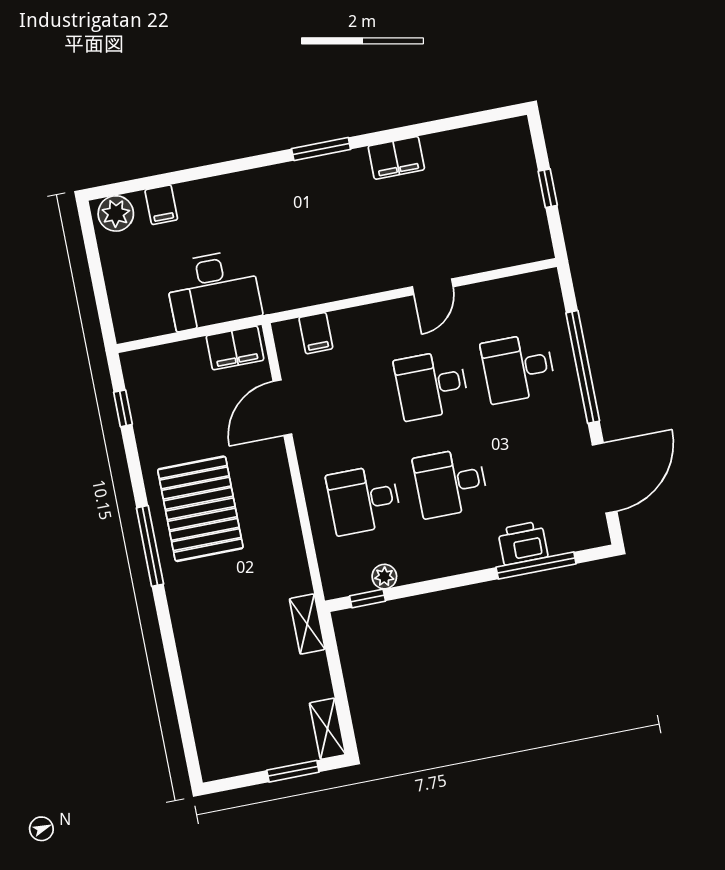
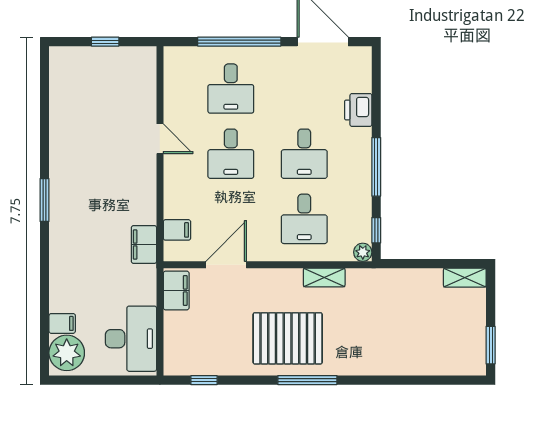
filing cabinet: (396, 158) -> (144, 244), moved, turned 180
plant: (116, 213) -> (67, 353), width x1.36, depth x1.36
desk: (213, 290) -> (131, 339), moved
door: (282, 408) -> (226, 265), swing flipped
window: (536, 565) -> (376, 167), moved
plant: (384, 577) -> (363, 252), moved
shelving: (307, 624) -> (324, 277), moved
window: (293, 771) -> (491, 345), moved

